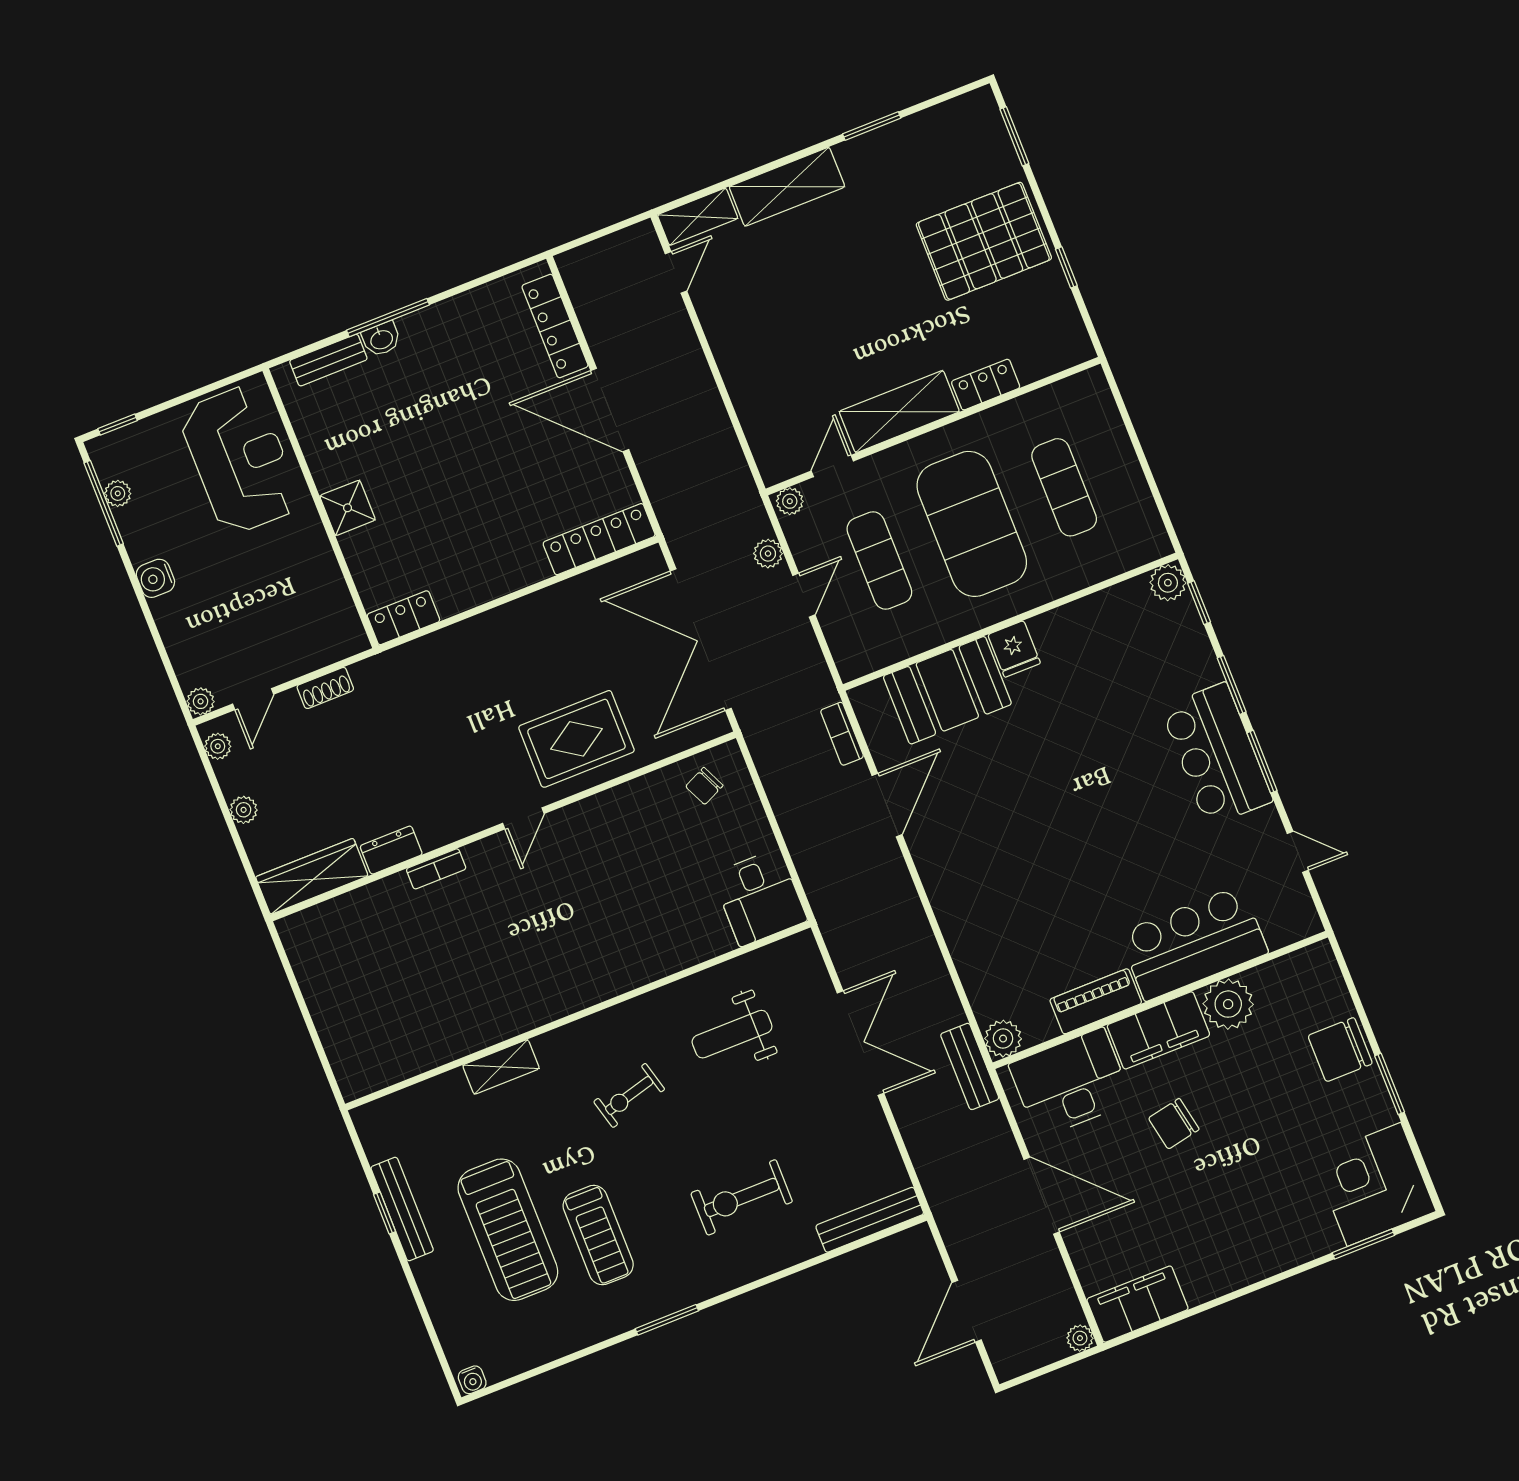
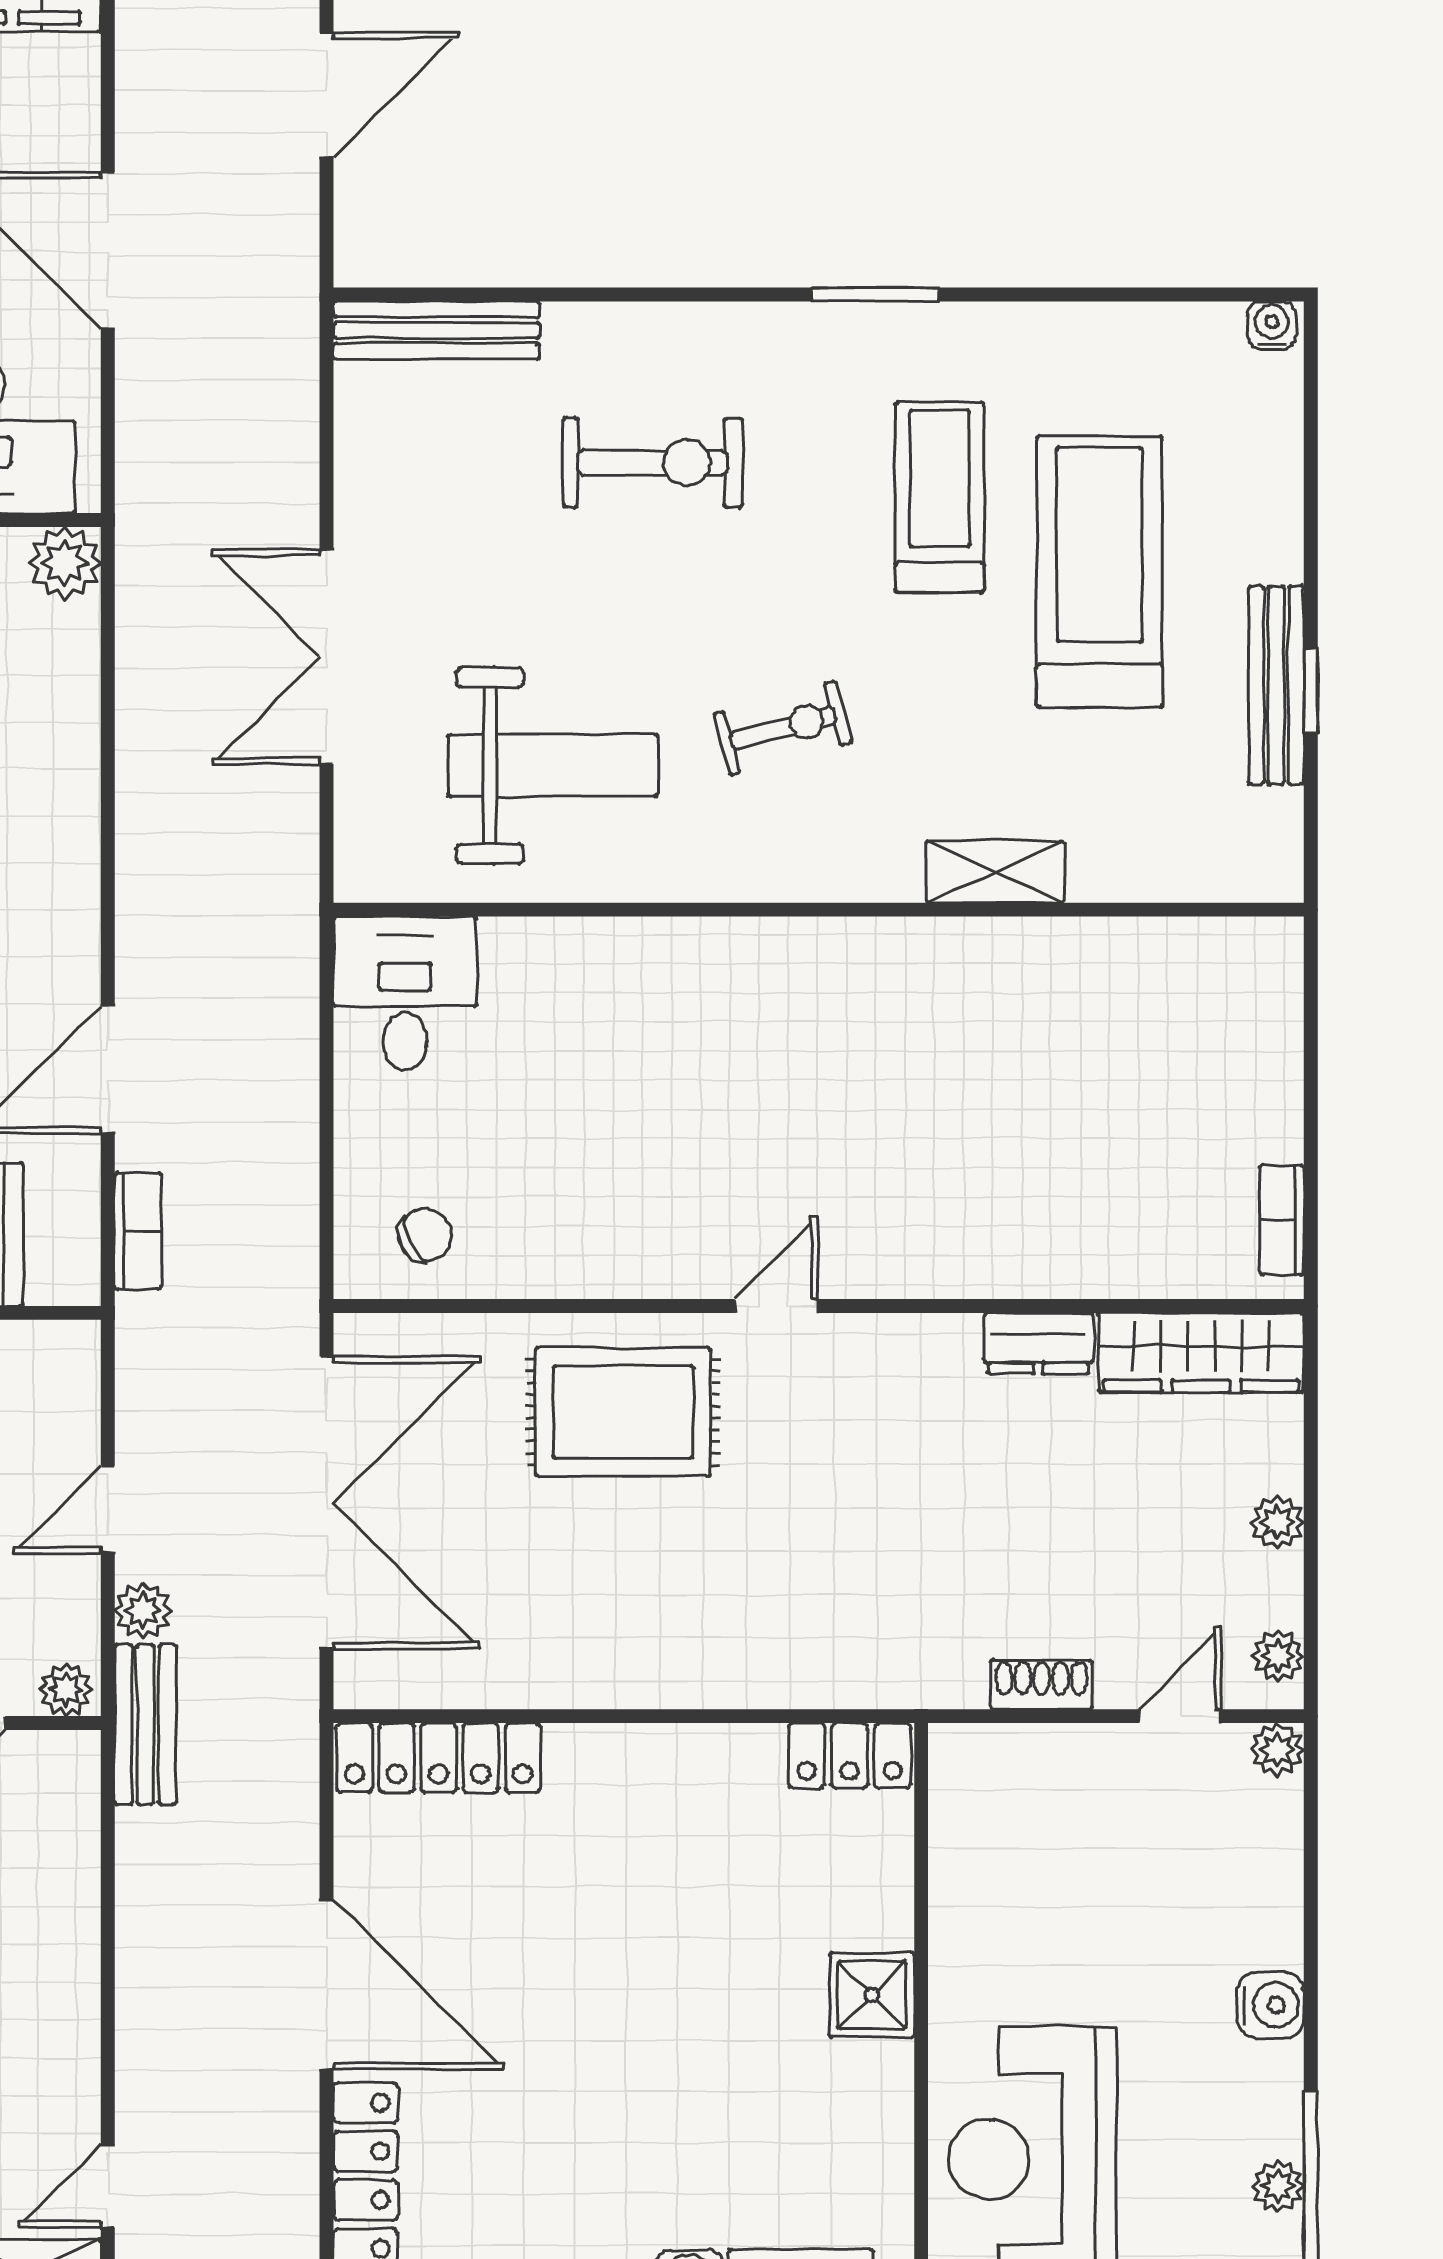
bookcase: (436, 869) -> (1282, 1220), moved, turned -90
weight bench: (732, 1034) -> (553, 765), width x1.36, depth x1.33
bench: (970, 1066) -> (145, 1724), moved

